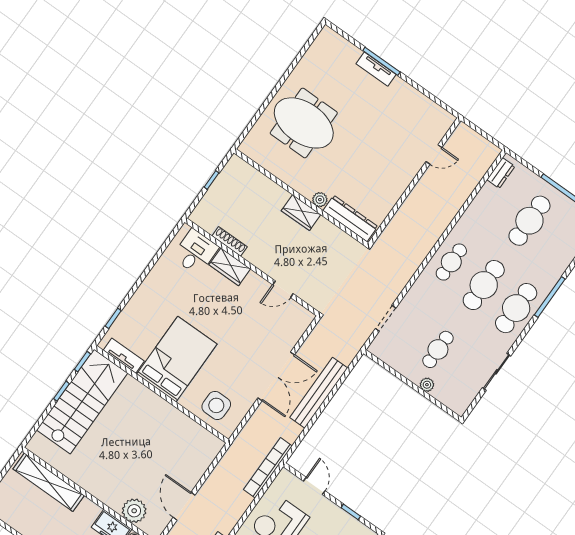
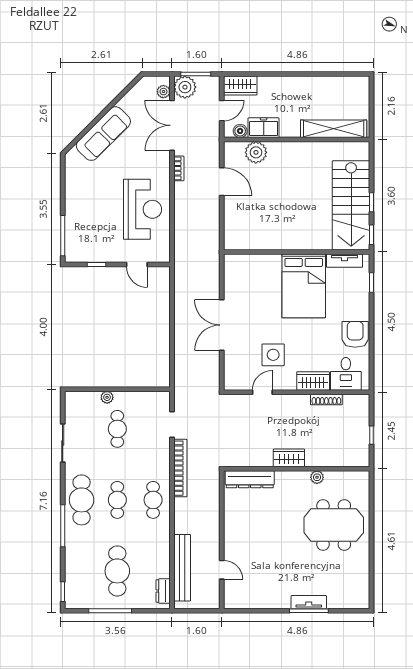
door: (434, 154) -> (222, 570), swing flipped
plant: (320, 200) -> (317, 477), moved
armchair: (161, 282) -> (355, 334), added
cafe table: (484, 285) -> (117, 500), width x0.73, depth x0.74
bench: (319, 393) -> (182, 568), moved
side table: (216, 405) -> (273, 355), moved
bookcase: (268, 468) -> (180, 468), moved

